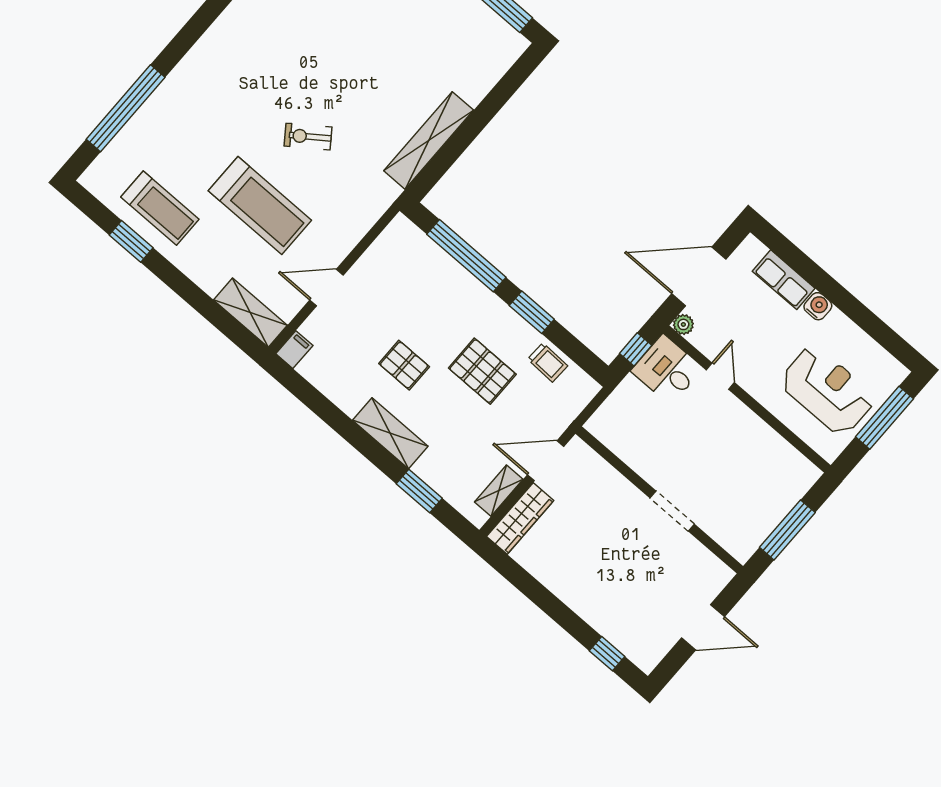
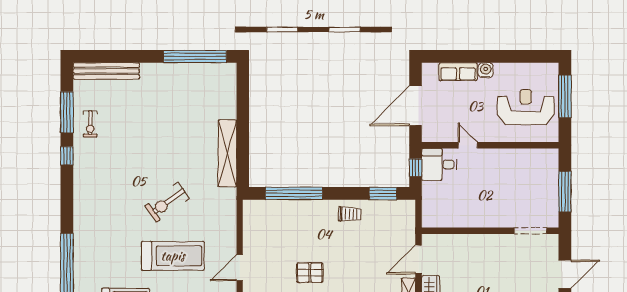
exercise bike: (308, 137) -> (167, 202), width x1.38, depth x1.39
window: (532, 312) -> (383, 193), moved
plant: (683, 324) -> (428, 136), removed
trolley: (548, 362) -> (350, 214), moved
pallet: (482, 371) -> (350, 243), removed
doorway: (672, 511) -> (530, 231), moved

